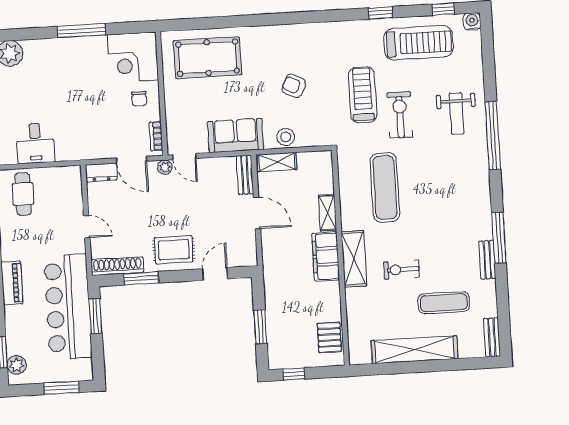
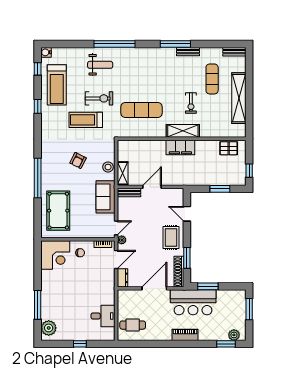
window: (260, 20) -> (38, 178), added
window: (81, 31) -> (38, 305), moved
treadmill: (418, 43) -> (57, 85), turned 180
exercise bike: (400, 115) -> (99, 98), turned 180
shelving: (327, 213) -> (155, 145), removed
door: (87, 227) -> (154, 288), width x1.87
bar counter: (68, 307) -> (193, 302), width x0.73

